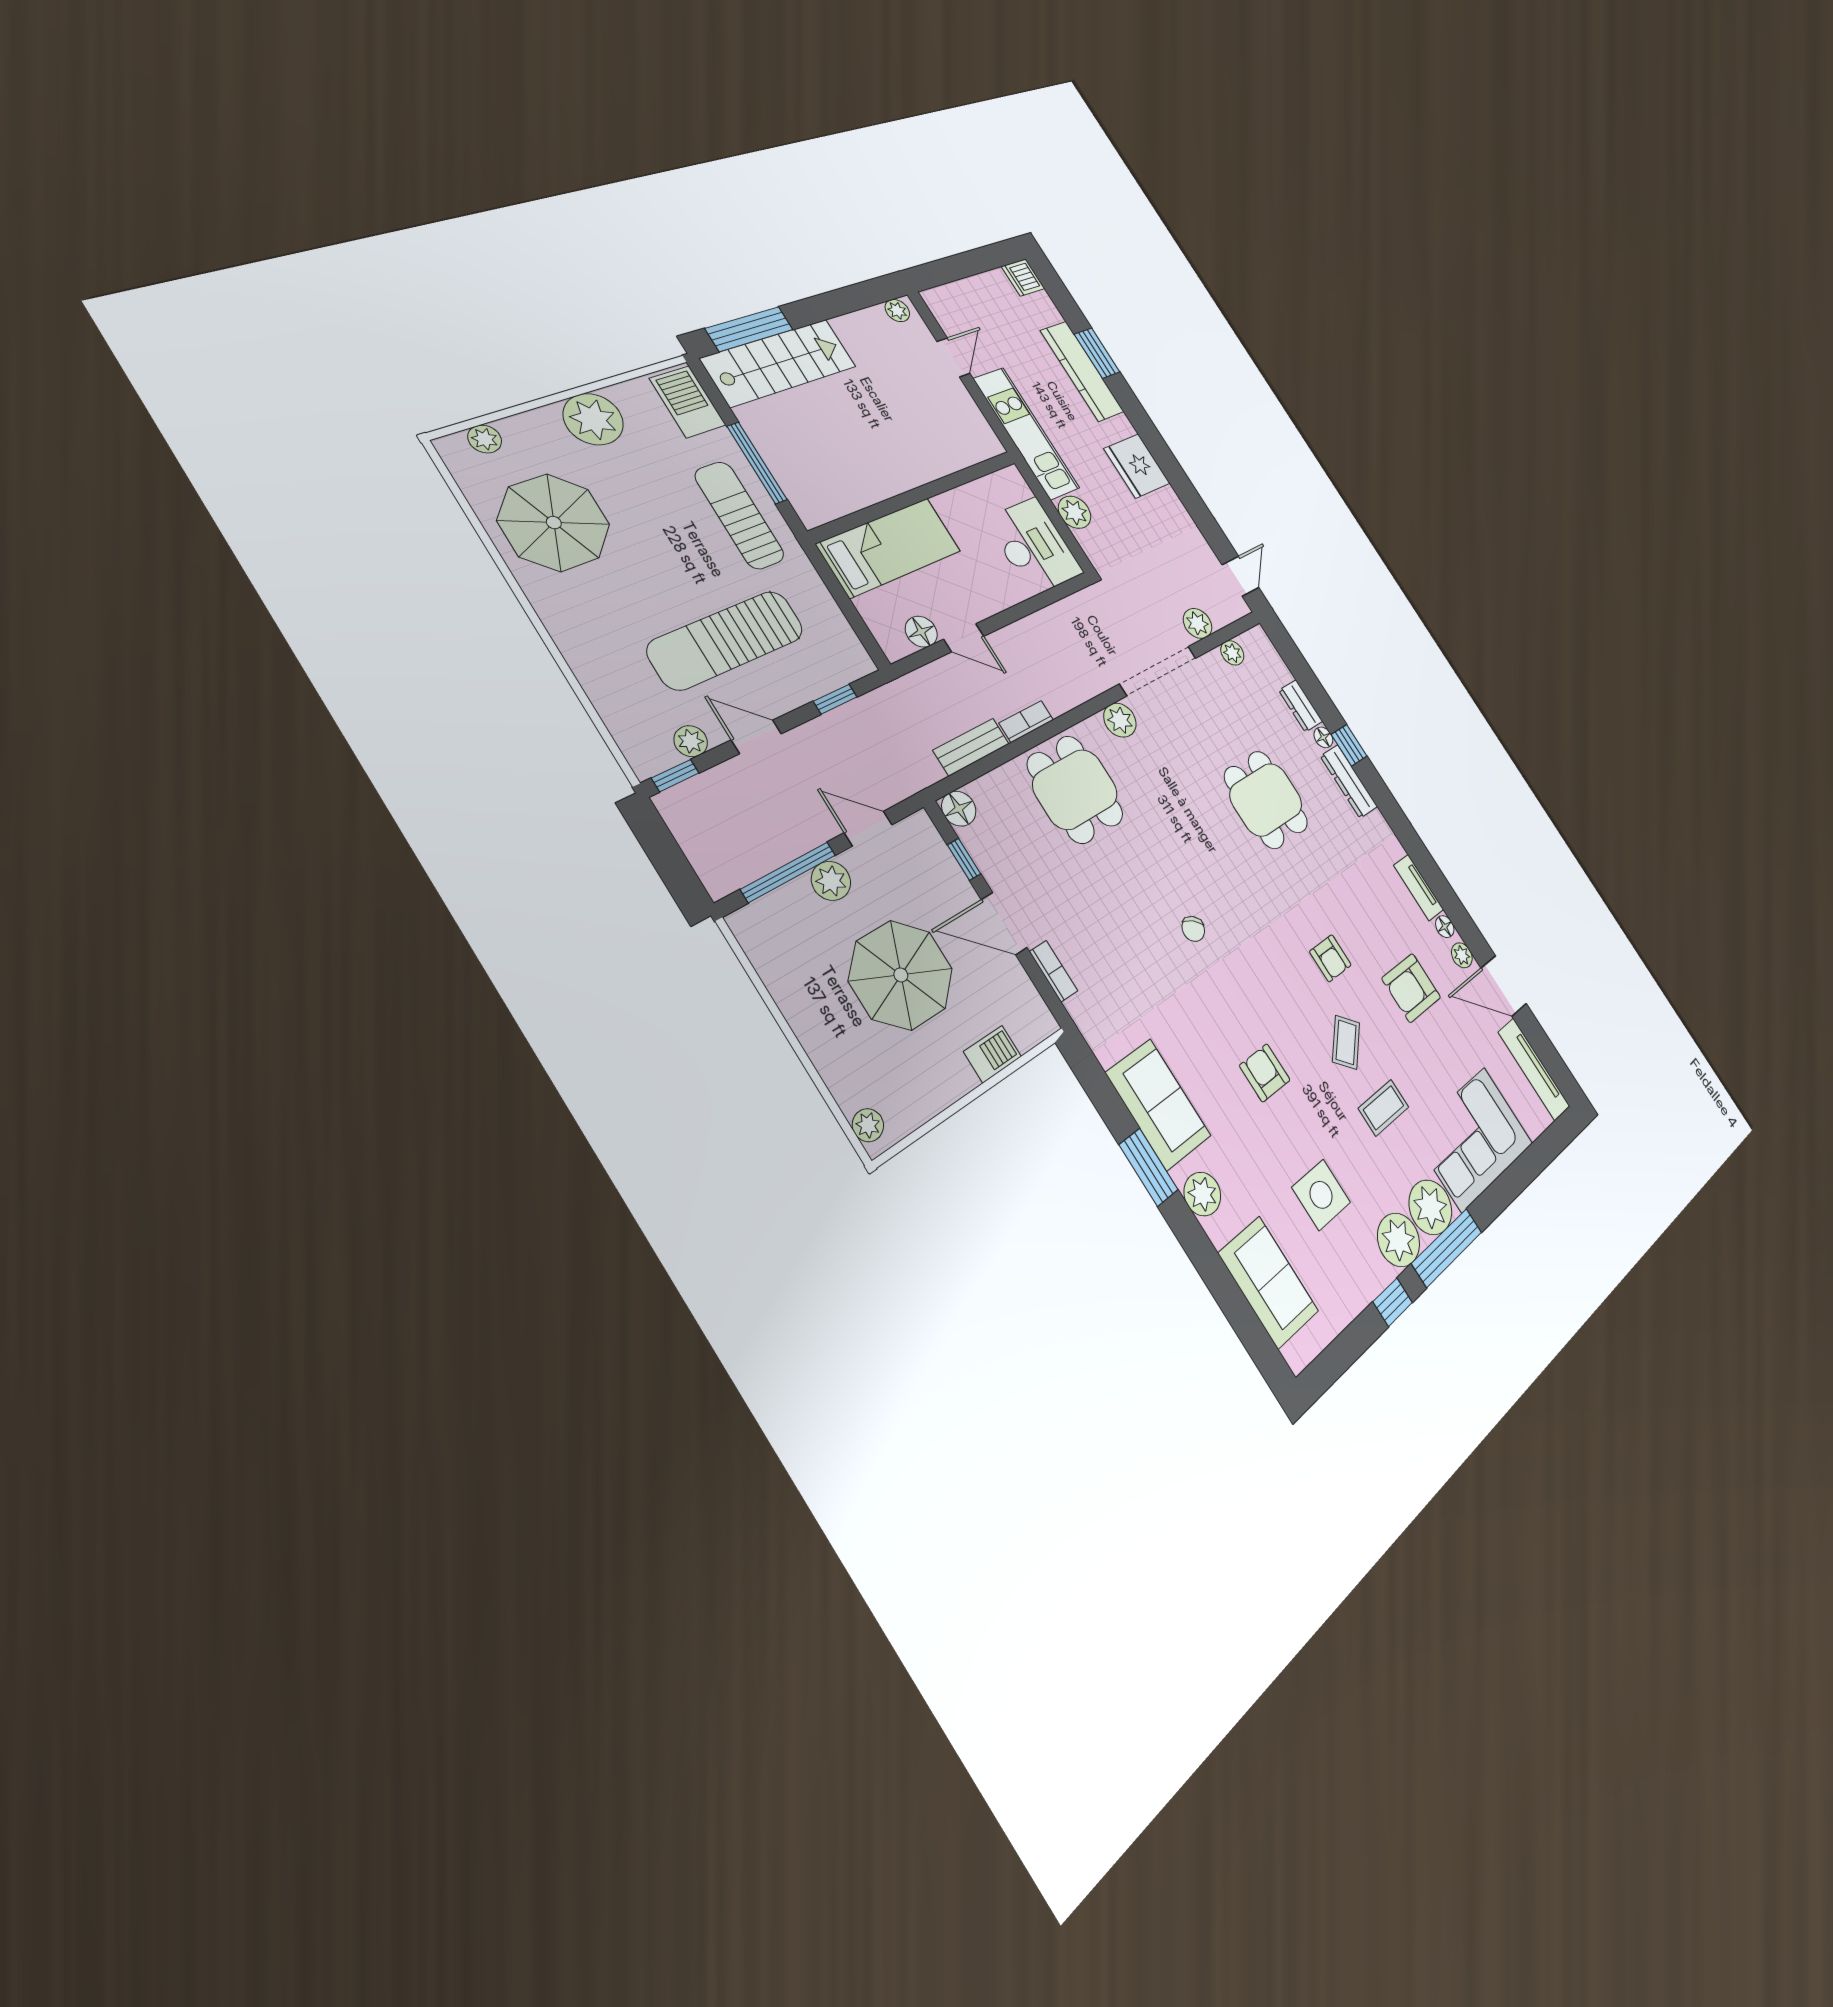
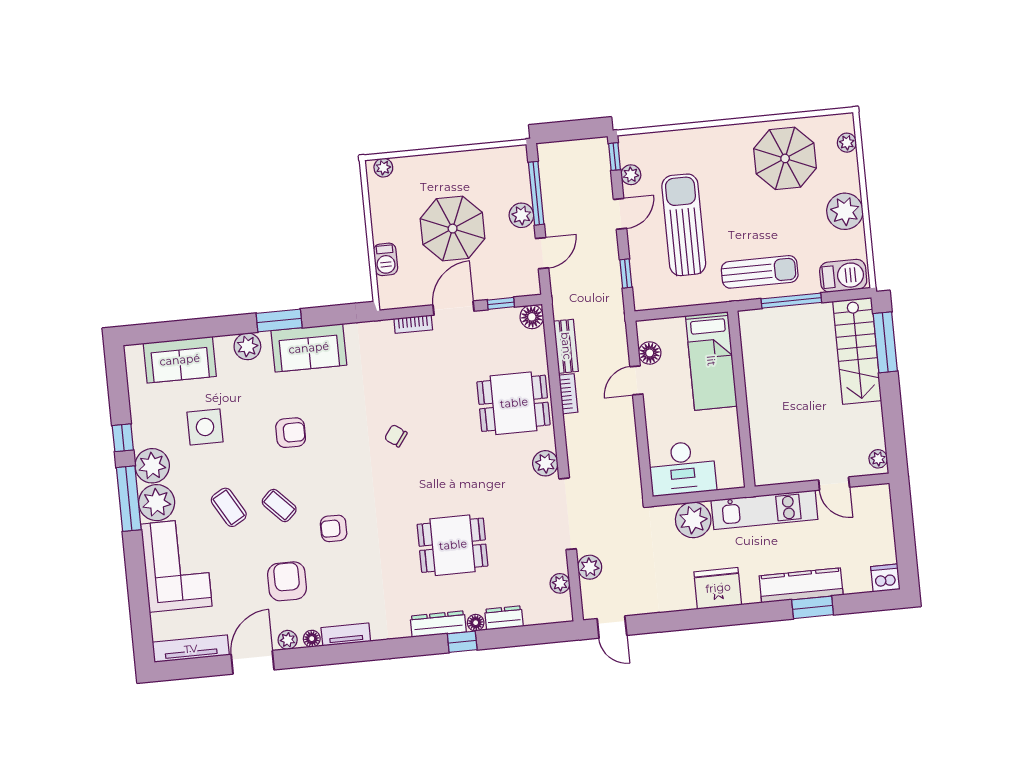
plant: (1075, 512) -> (693, 520), width x1.36, depth x1.36
coffee table: (1383, 1108) -> (229, 507), turned -30

